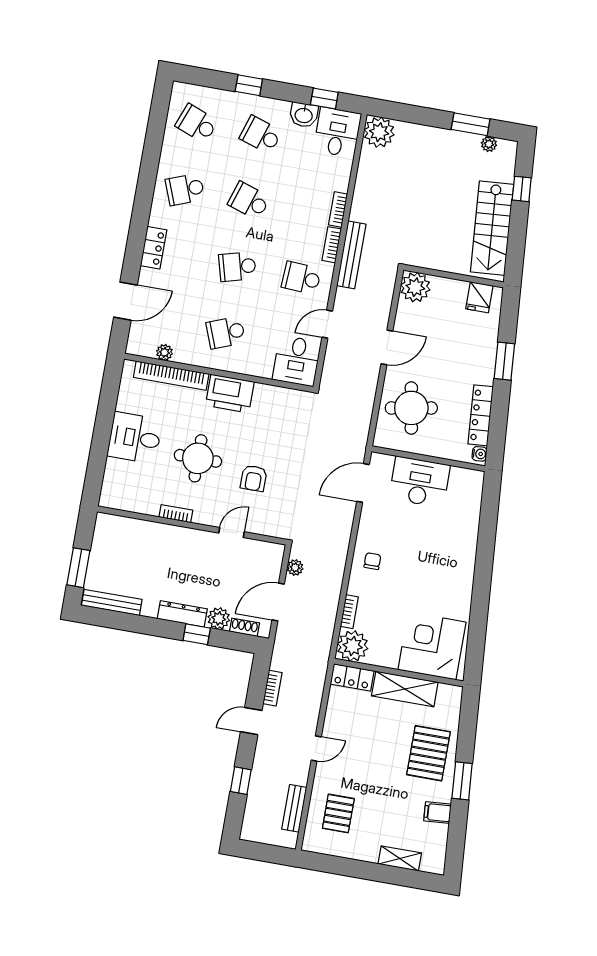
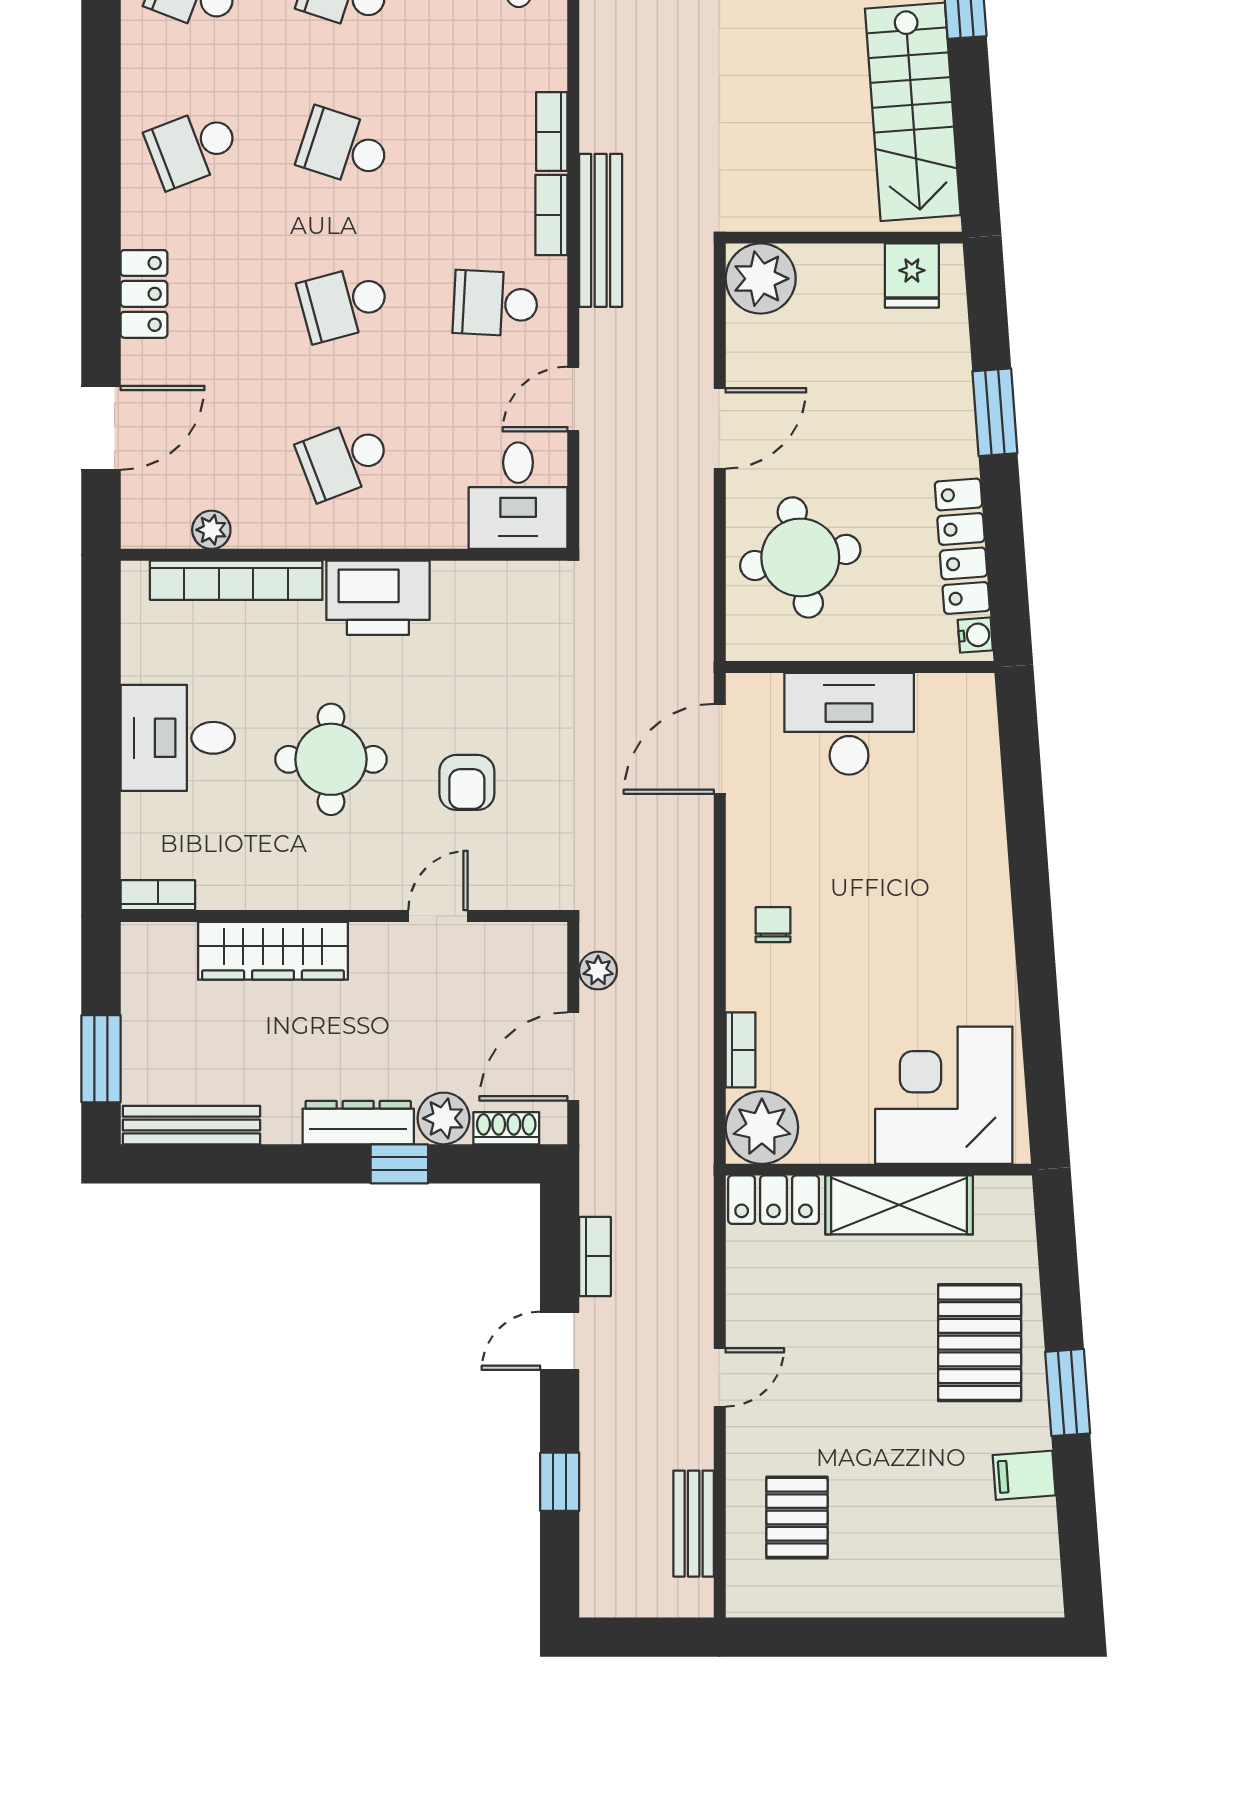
bookcase: (176, 514) -> (158, 895), moved
wardrobe: (159, 535) -> (273, 951), added
shelving: (400, 859) -> (956, 1596), removed

